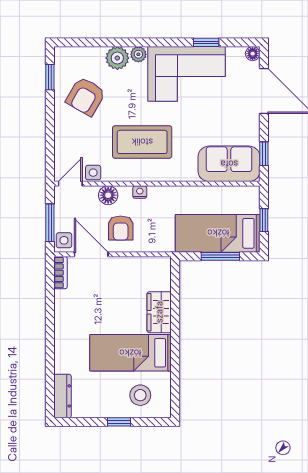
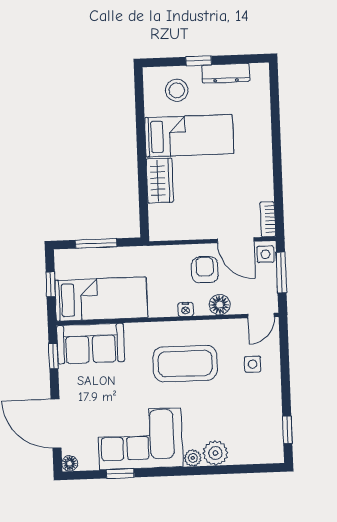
armchair: (86, 96) -> (248, 410), removed
side table: (93, 173) -> (253, 364), moved
bed: (218, 233) -> (101, 299), moved
dresser: (63, 396) -> (226, 73), moved, turned -90

